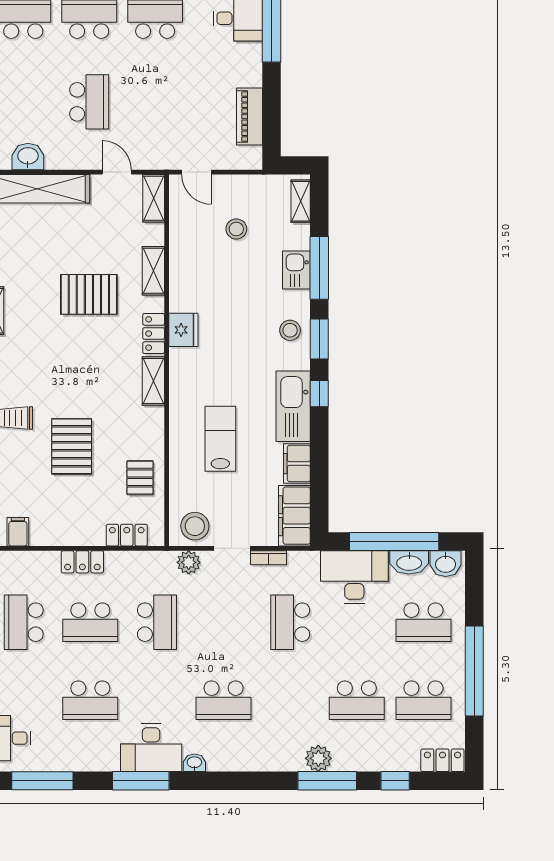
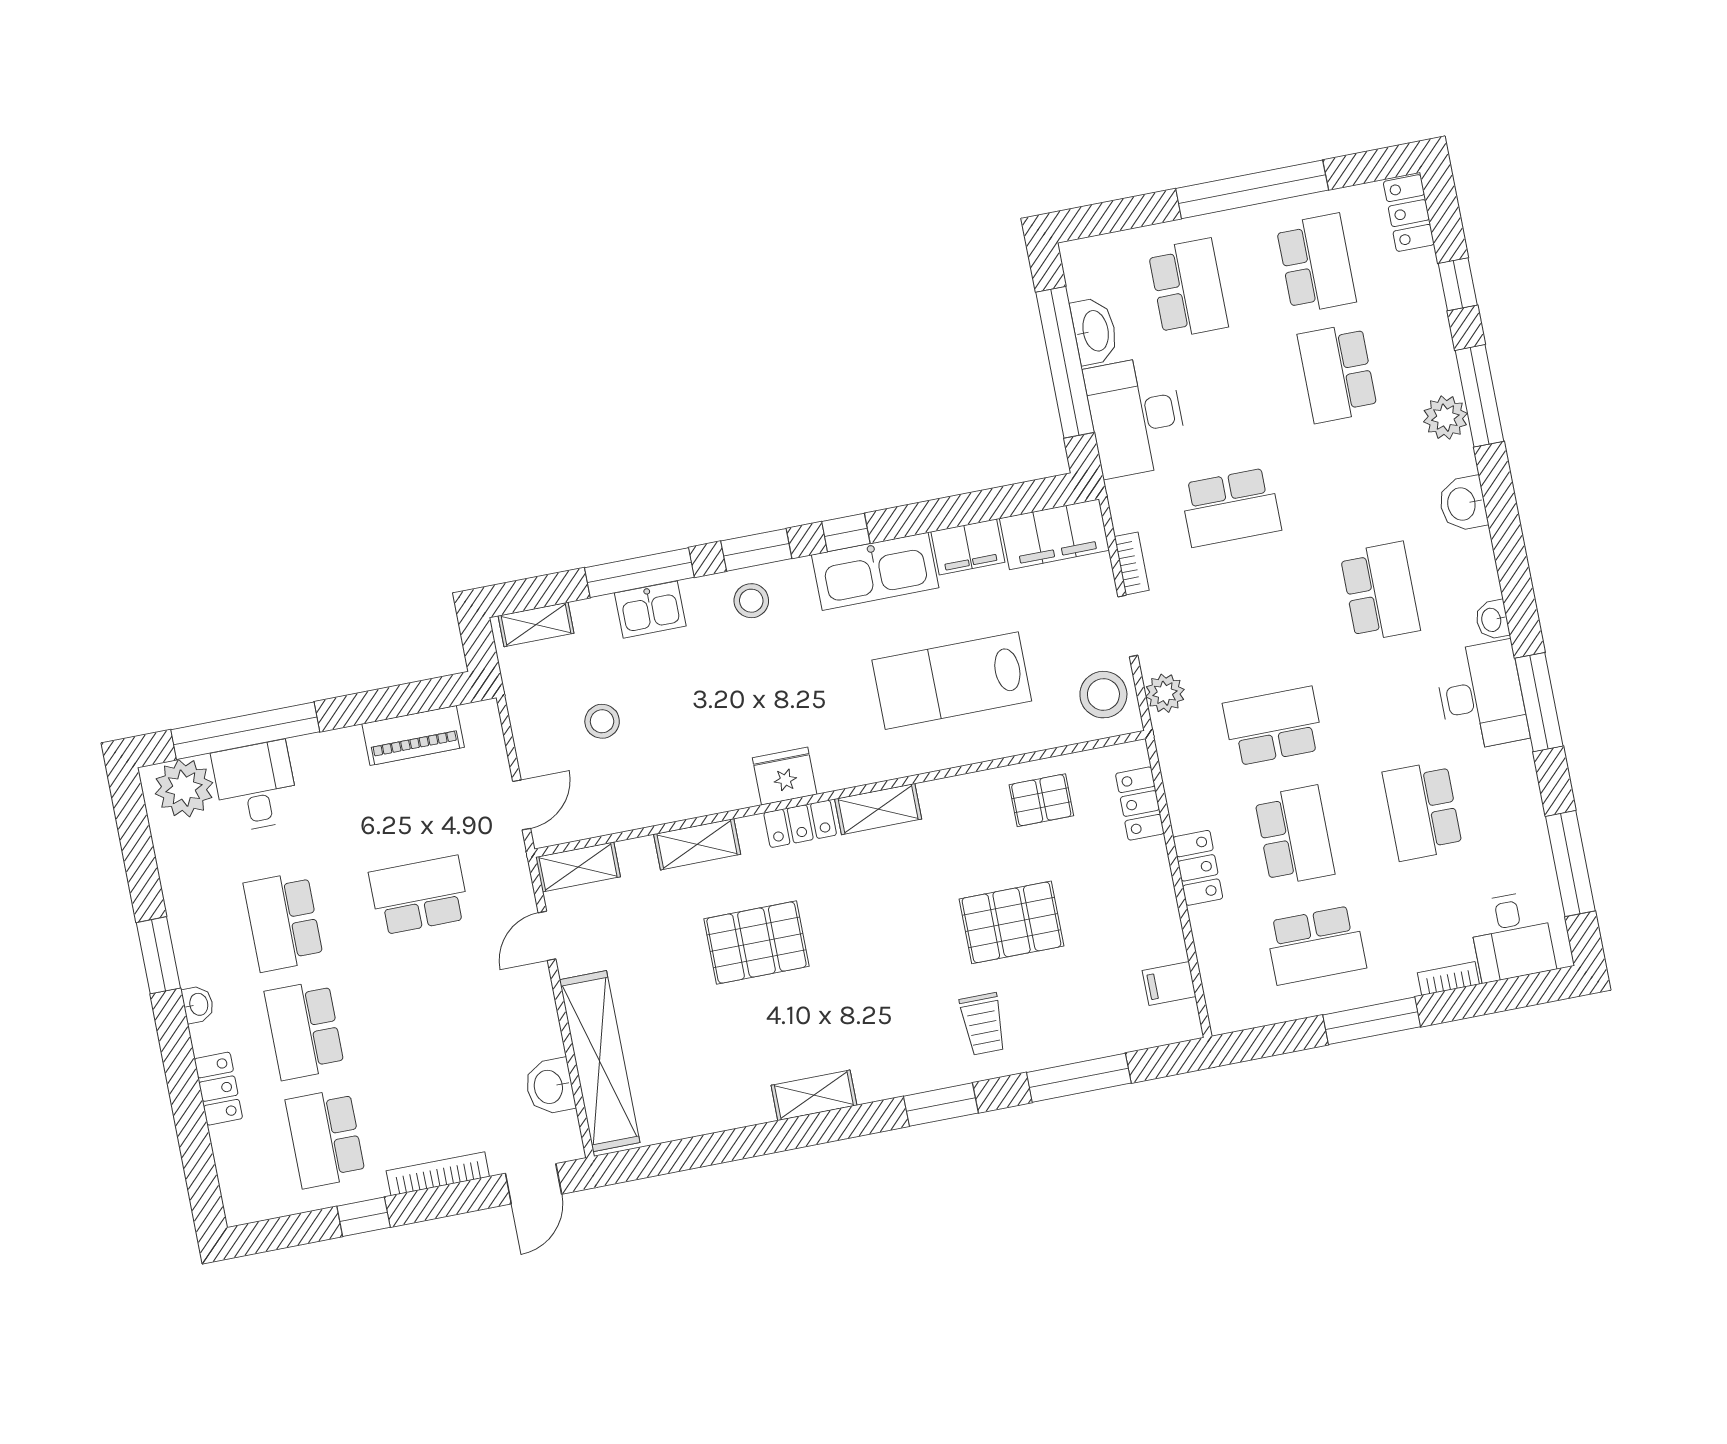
school desk: (89, 102) -> (419, 895), moved
pallet: (89, 294) -> (756, 943), turned 90
lab bench: (220, 439) -> (952, 681), width x1.36, depth x1.39
washbasin: (446, 564) -> (1463, 504), moved, turned 180
school desk: (90, 700) -> (1423, 811), turned 180
school desk: (357, 700) -> (1337, 373), turned 180

